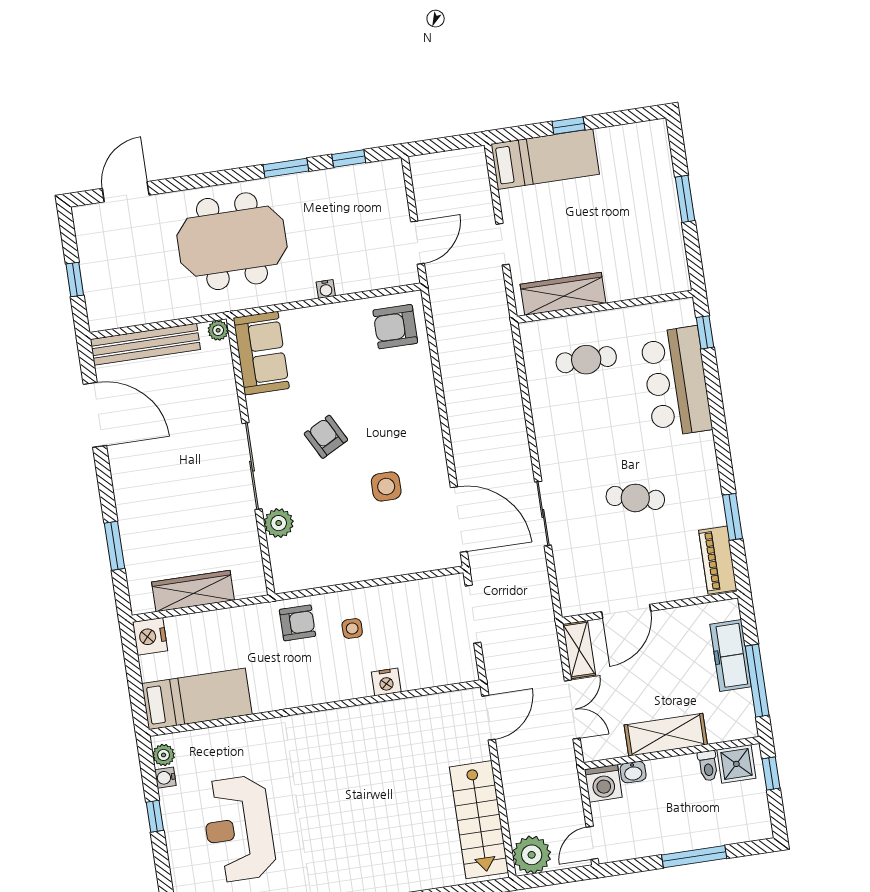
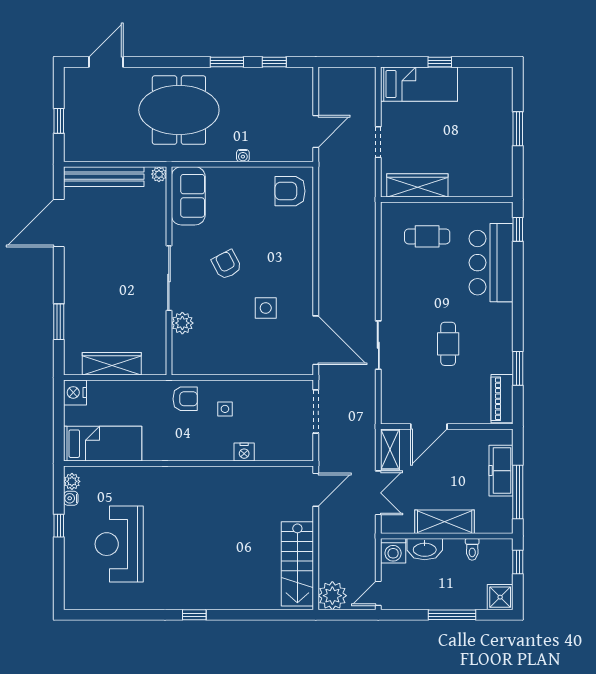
door: (95, 415) -> (59, 223), swing flipped
cafe table: (635, 498) -> (448, 344), turned 76
shower: (736, 764) -> (500, 597), moved
washbasin: (633, 772) -> (425, 549), width x1.91, depth x1.45

